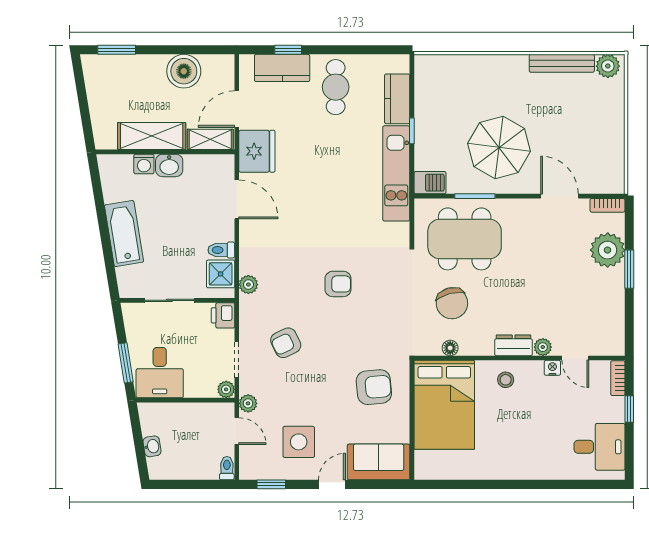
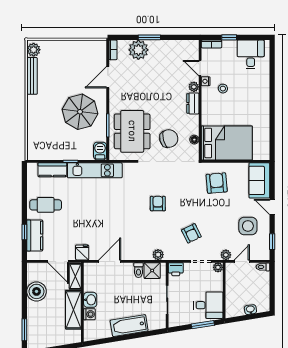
fridge: (257, 151) -> (82, 252), width x0.53, depth x0.75
door: (575, 358) -> (200, 68), swing flipped
stool: (506, 380) -> (223, 89), moved

